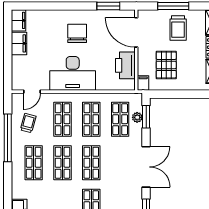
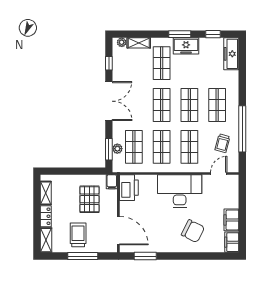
chair: (77, 33) -> (193, 231), moved, turned -63
printer: (125, 65) -> (129, 188), moved
double door: (146, 167) -> (109, 101), swing flipped

